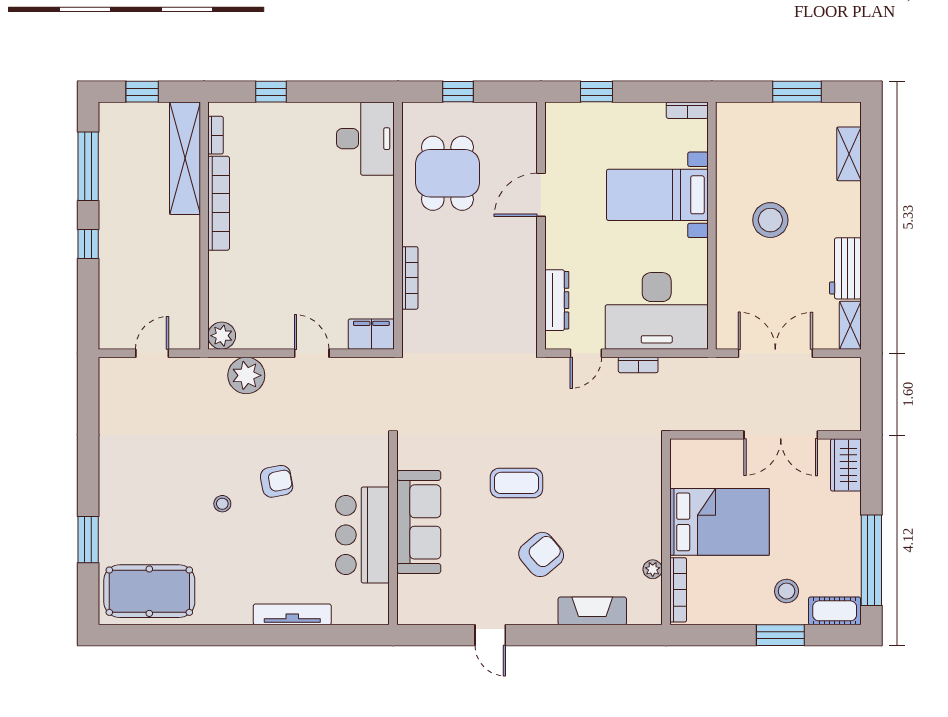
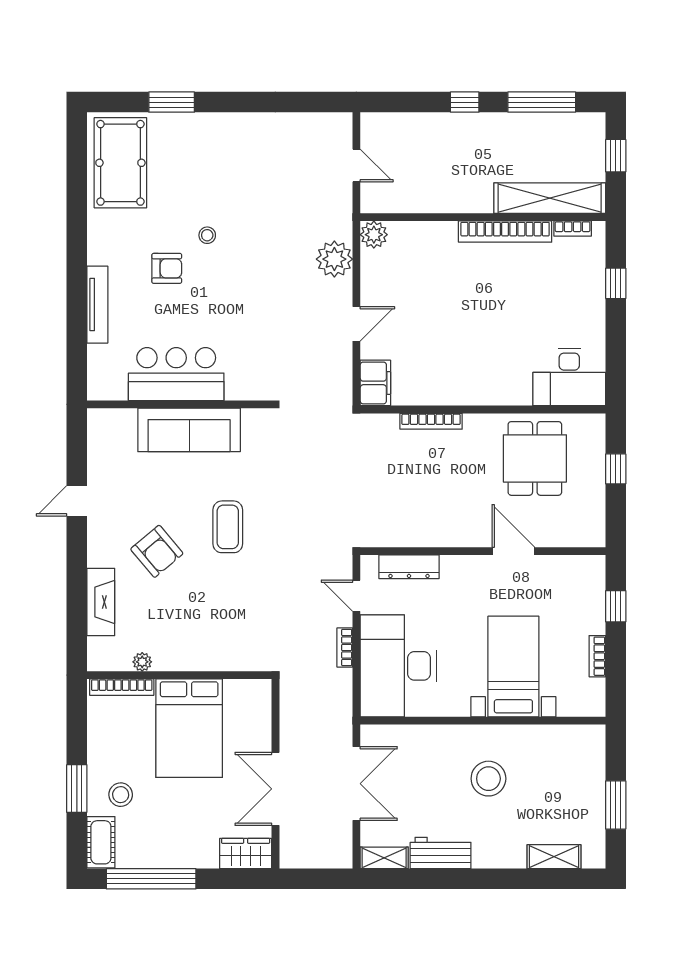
bookcase: (687, 110) -> (597, 656), moved
dining table: (447, 173) -> (535, 458), turned 90
armchair: (277, 481) -> (167, 268), moved, turned -79

